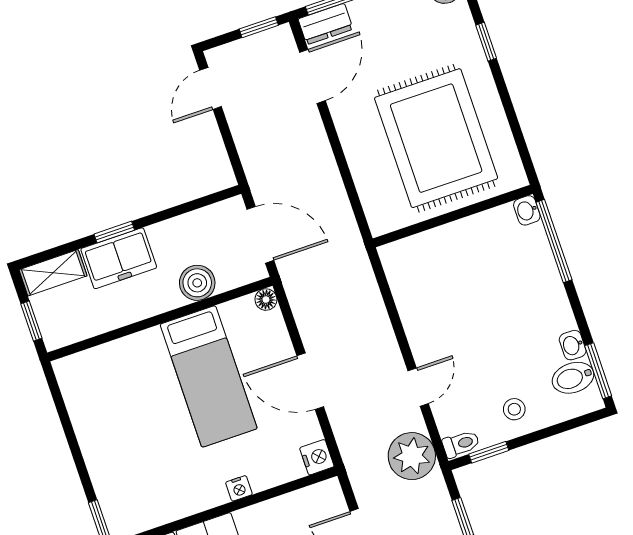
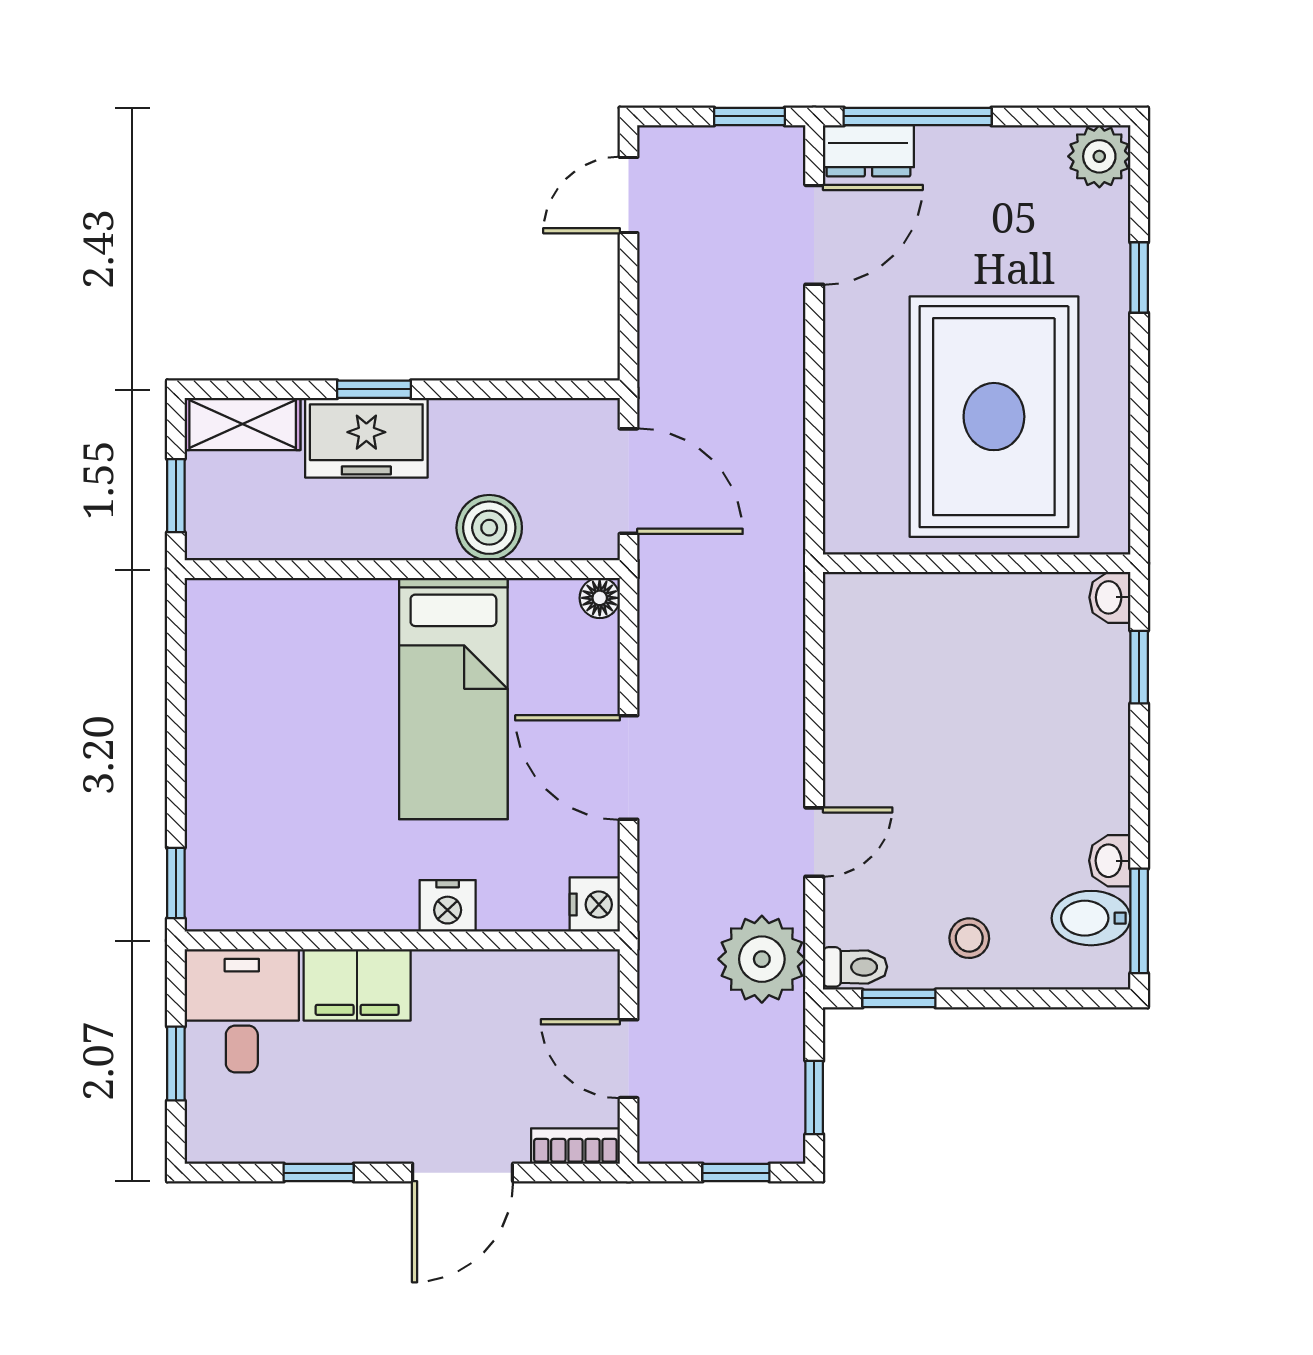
window: (554, 241) -> (1139, 667), width x0.46
nightstand: (239, 488) -> (448, 906), width x1.39, depth x1.35

